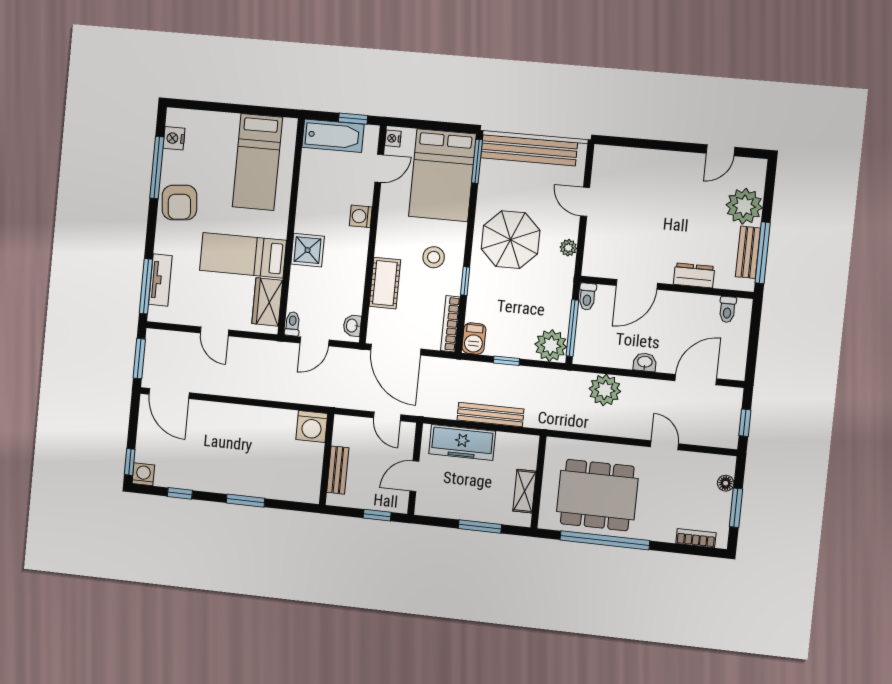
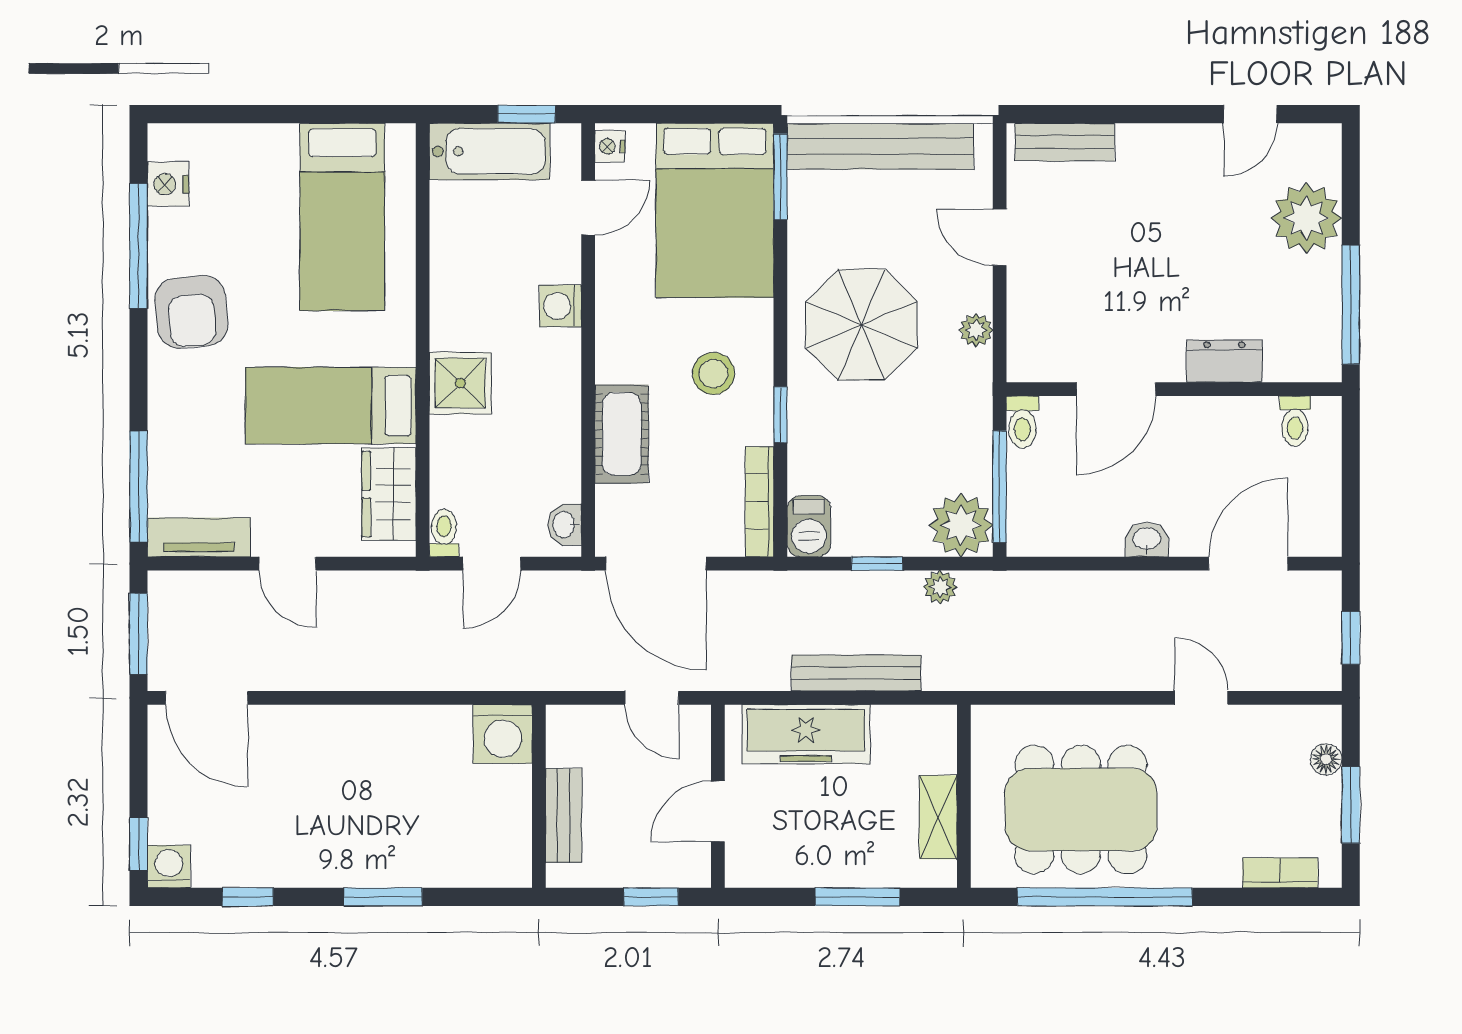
bench: (748, 252) -> (1065, 142), moved, turned 90
tv unit: (160, 280) -> (199, 537), moved, turned -90
plant: (605, 390) -> (940, 587), moved, width x0.53, depth x0.53

